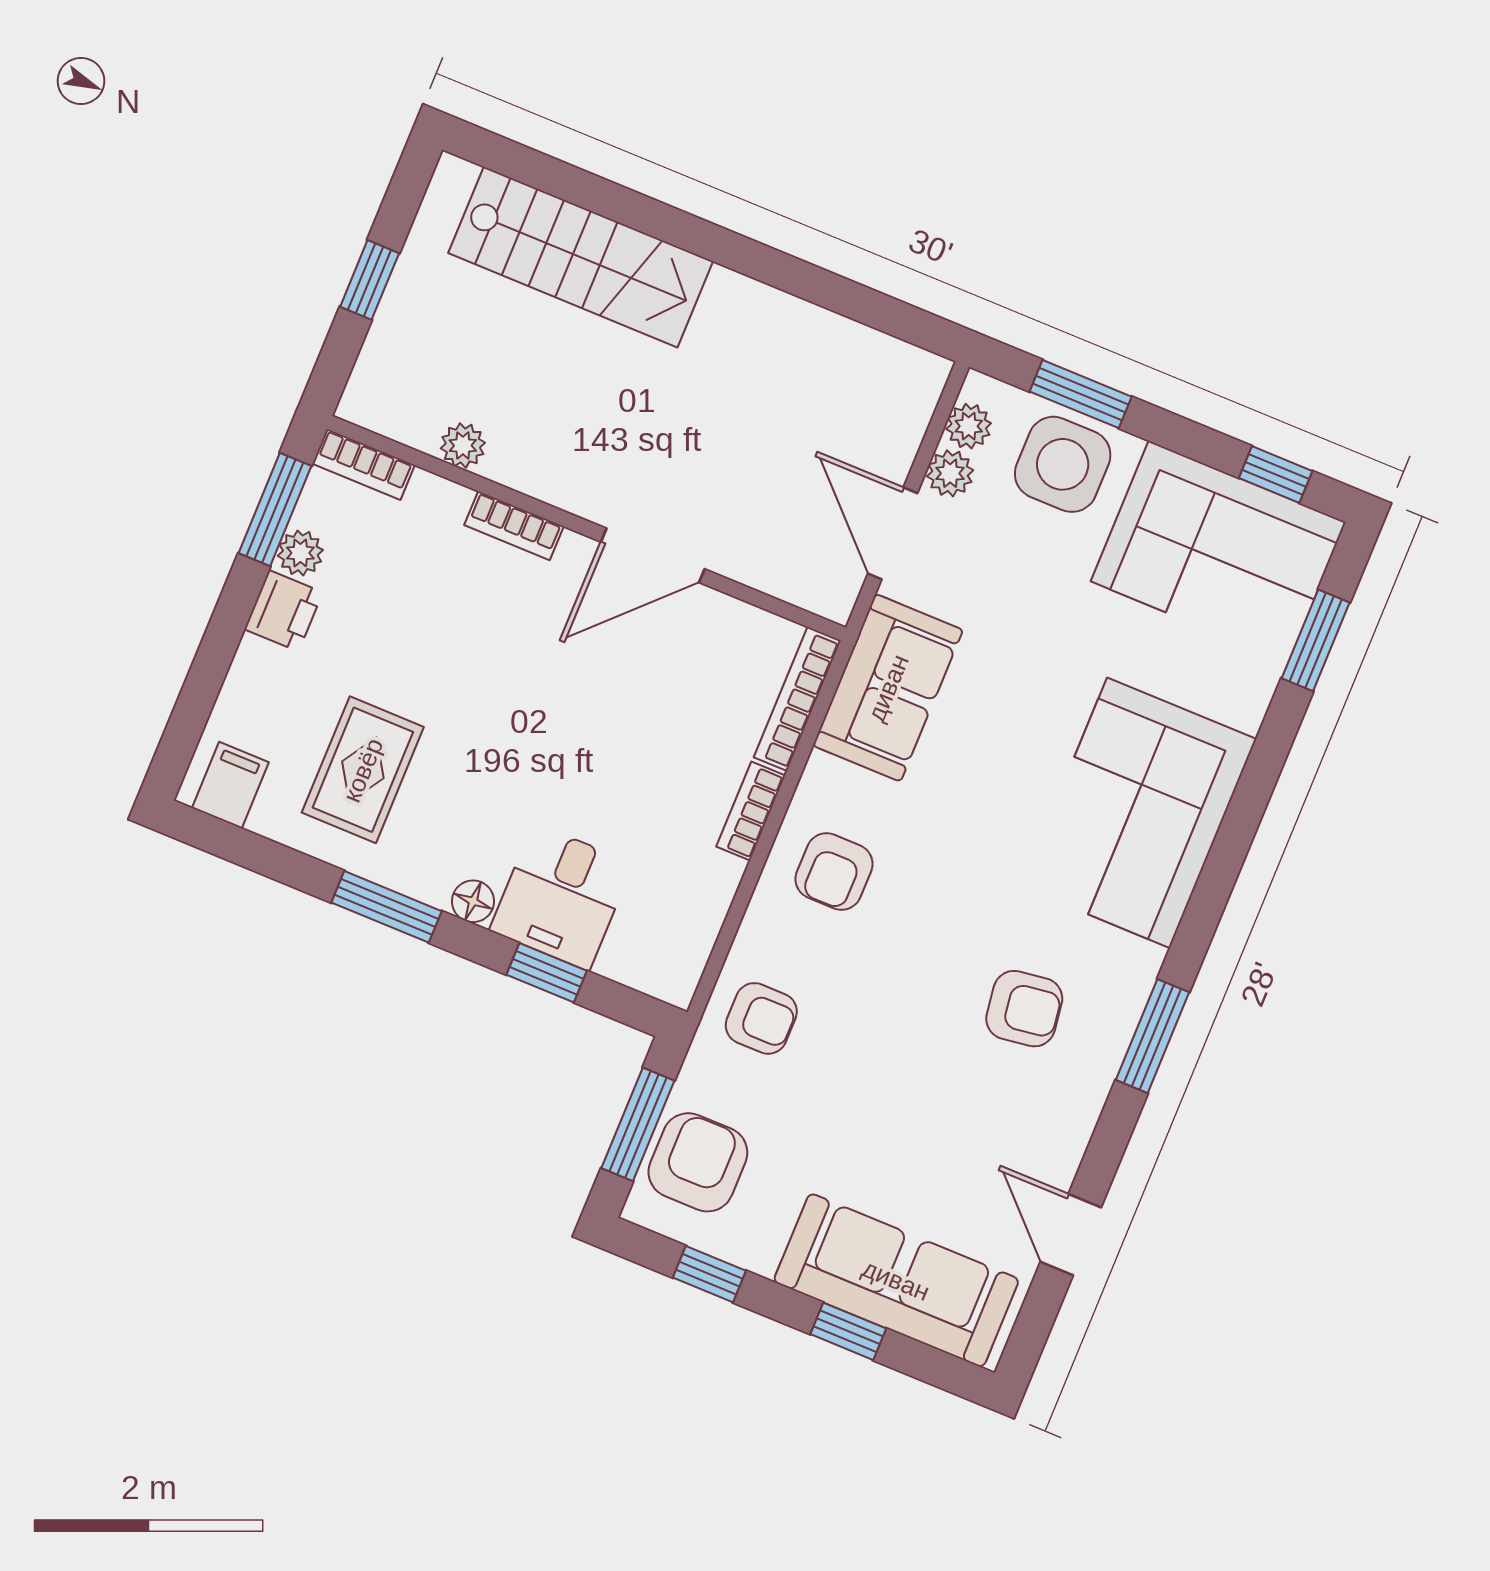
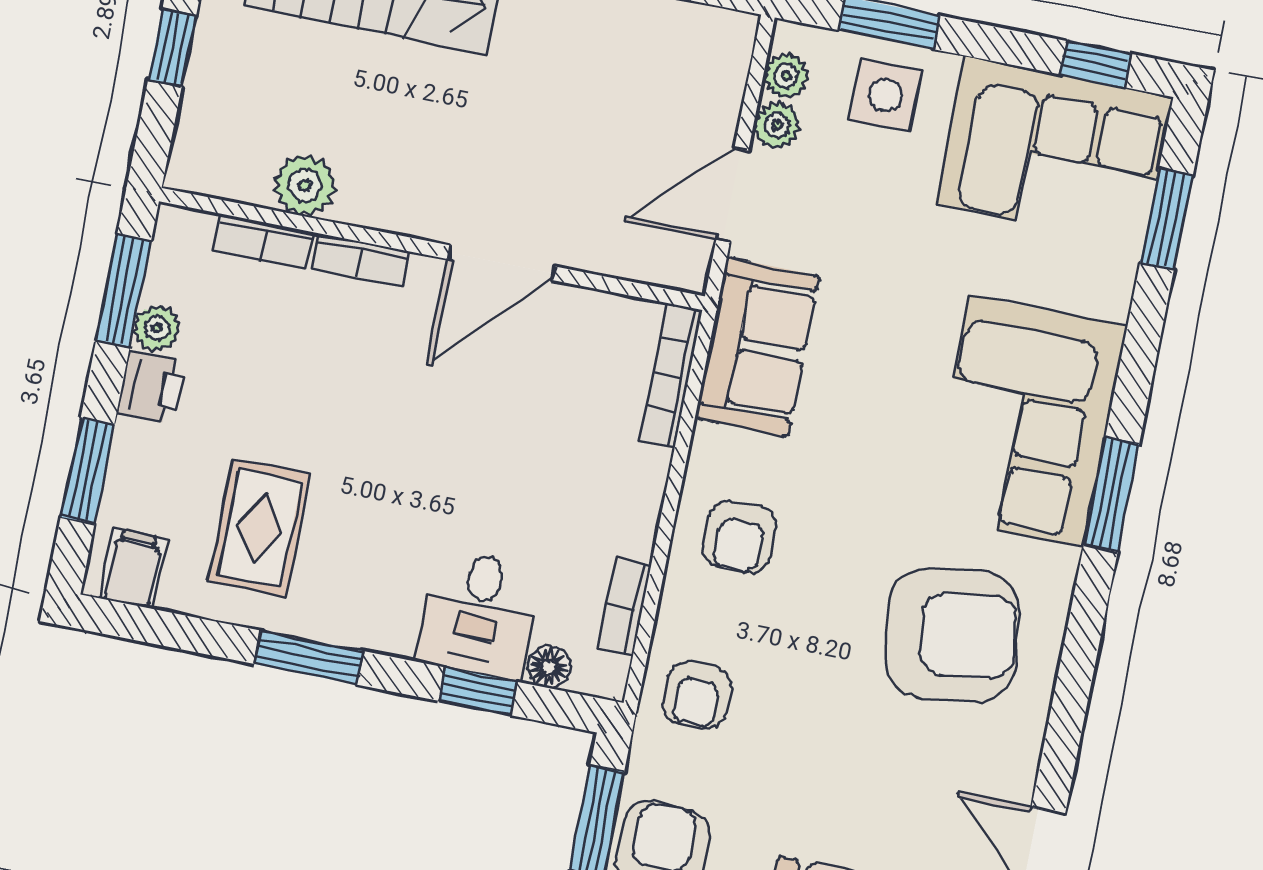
plant: (463, 445) -> (305, 185), width x1.38, depth x1.38
bookcase: (364, 464) -> (264, 242), moved
side table: (1063, 464) -> (885, 95), width x0.73, depth x0.73
door: (893, 533) -> (732, 195), hinge flipped
window: (205, 680) -> (88, 470), added
bookcase: (751, 811) -> (624, 607), moved
floor lamp: (473, 901) -> (549, 667), moved
armchair: (1024, 1009) -> (952, 635), width x1.88, depth x1.88
armchair: (761, 1018) -> (697, 695), turned 90
window: (1153, 1036) -> (1111, 494), moved

